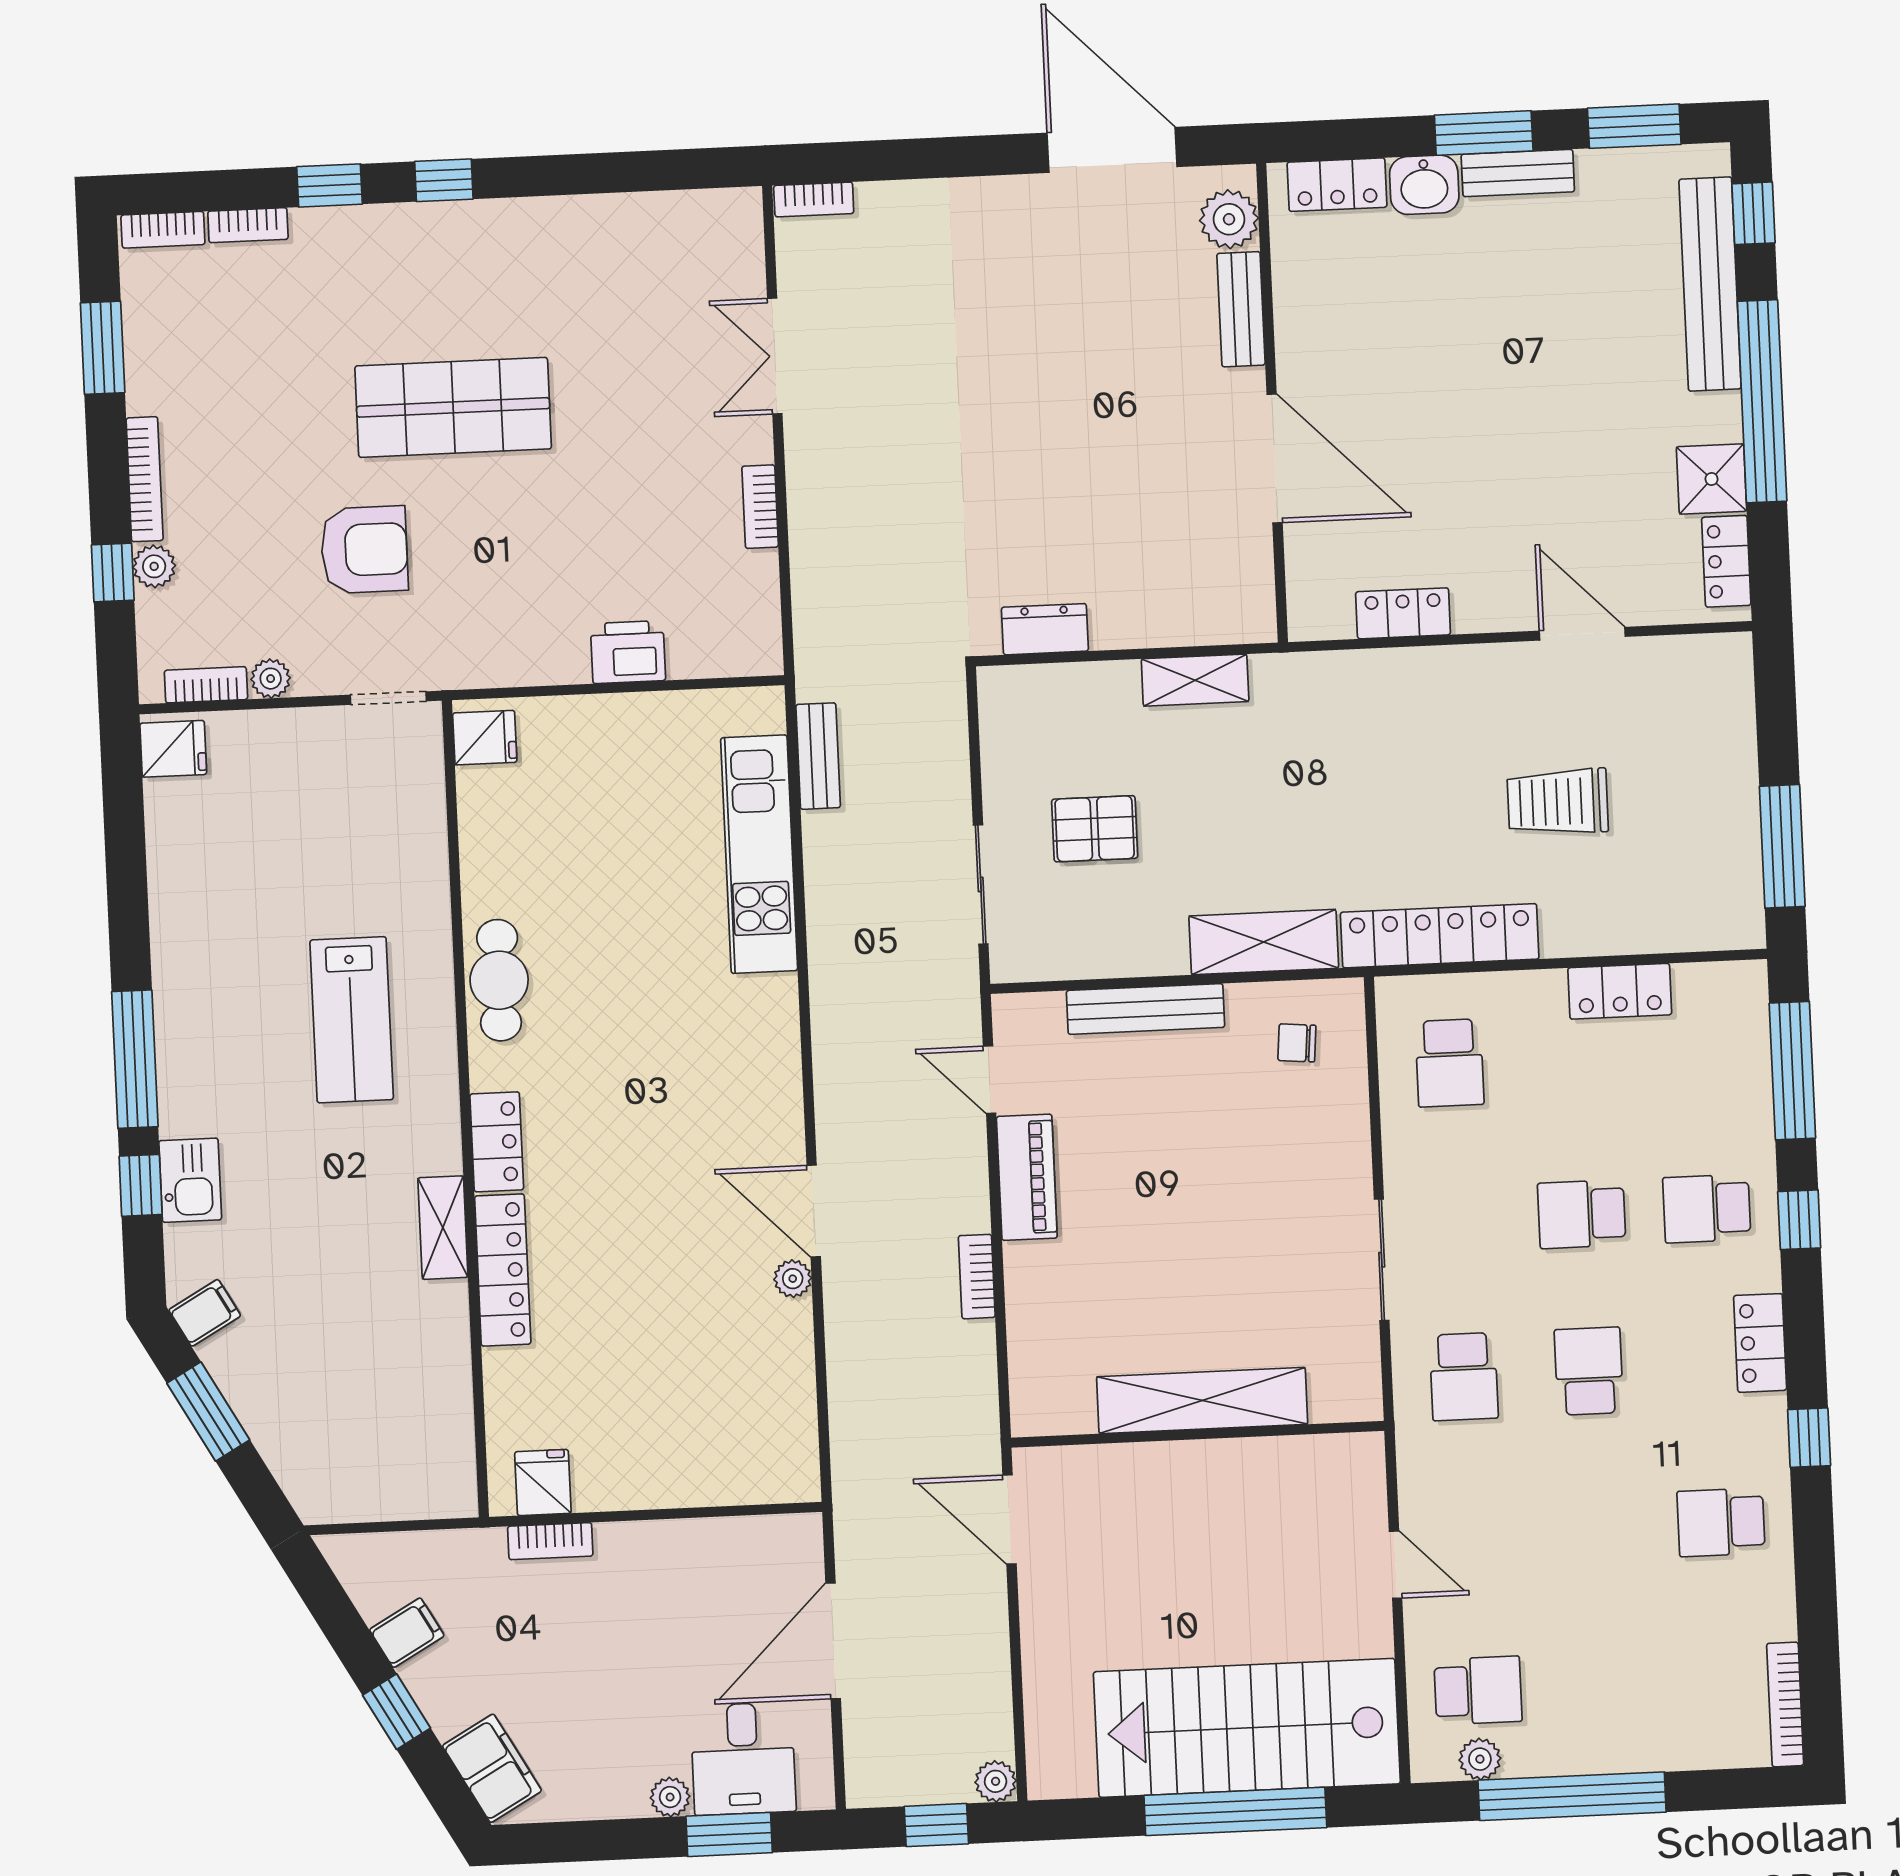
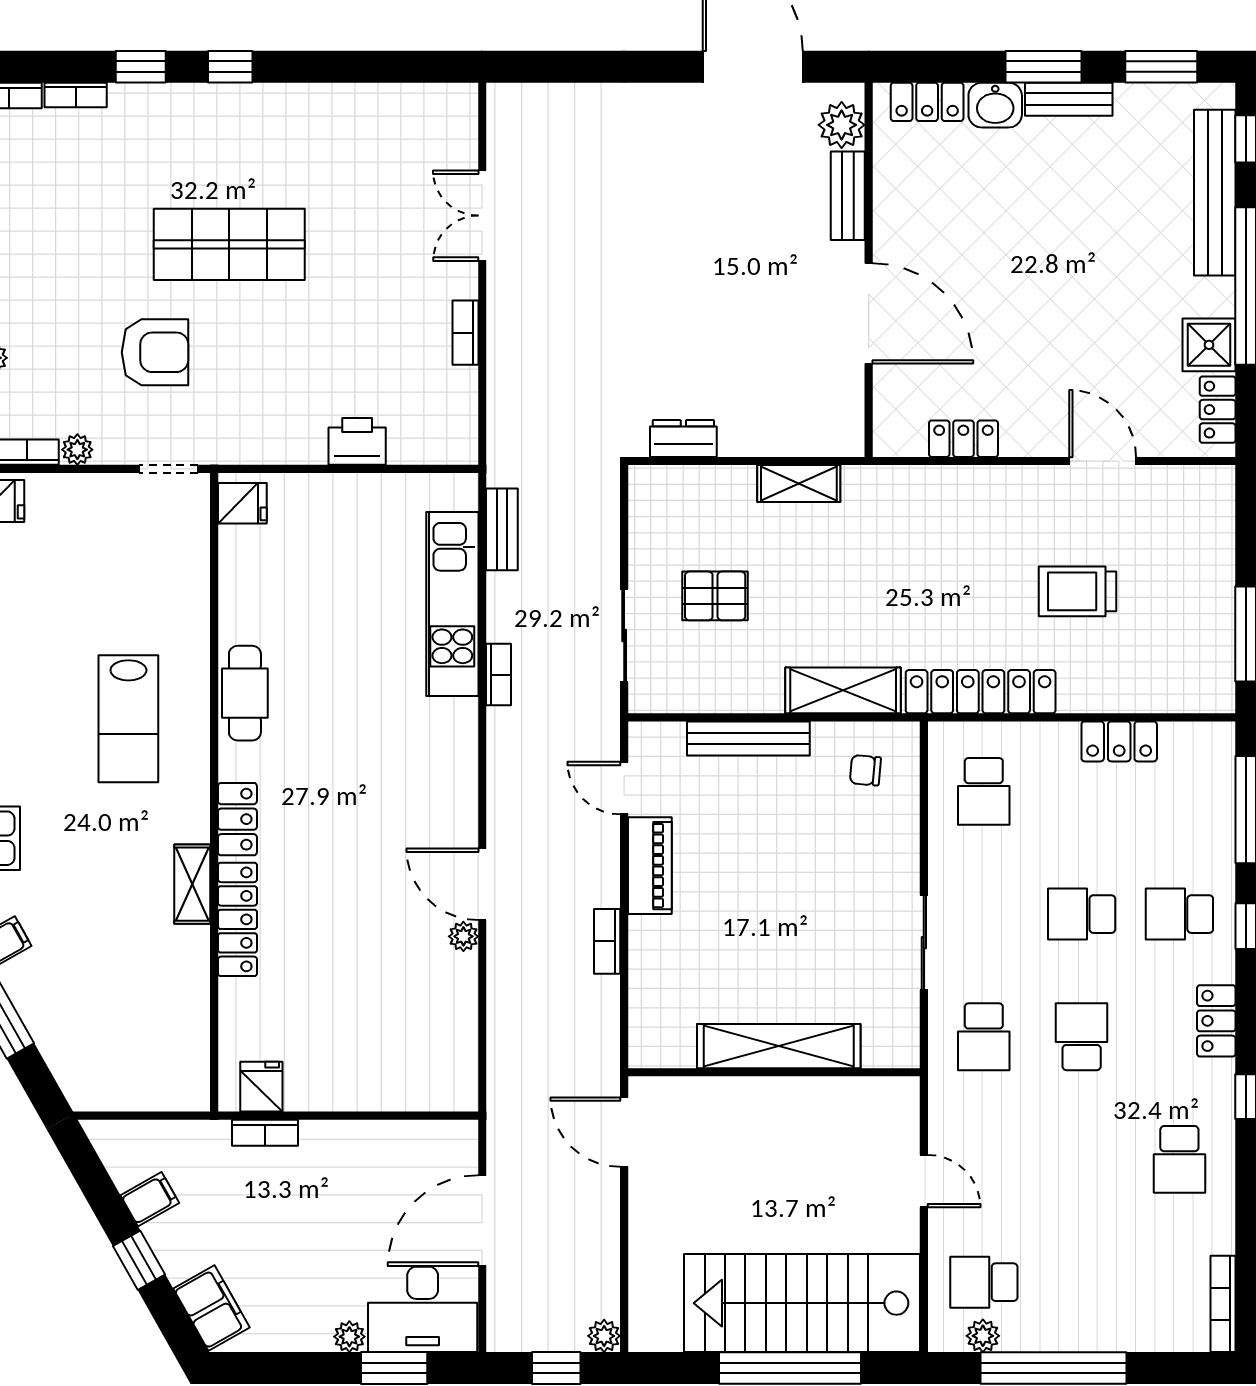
bookcase: (814, 199) -> (499, 675), moved, turned -90
school desk: (1721, 1522) -> (1179, 1159), turned -90
school desk: (1478, 1690) -> (984, 1282), turned 180
desk: (743, 1759) -> (423, 1309), width x1.37

